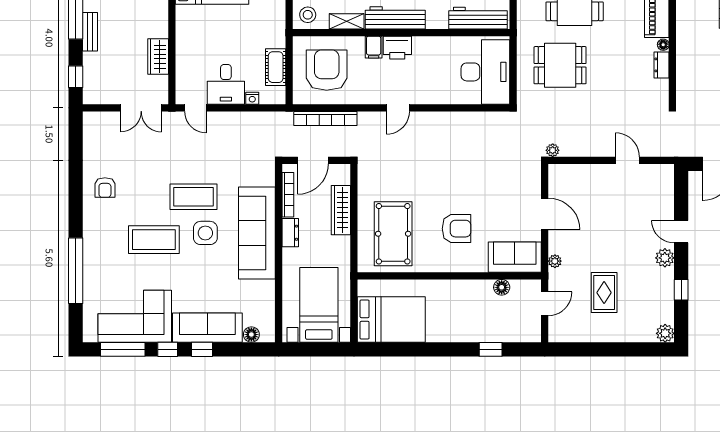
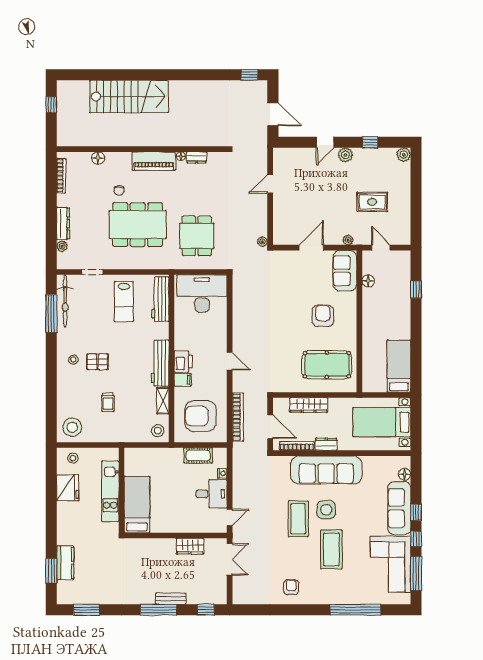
armchair: (105, 188) -> (291, 587), turned -90
bed: (391, 320) -> (399, 366), width x0.67

